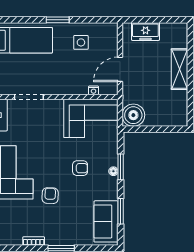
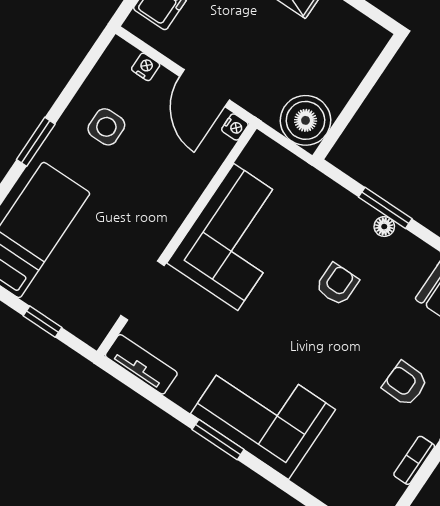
nightstand: (113, 42) -> (146, 67), added
nightstand: (94, 90) -> (235, 127), moved
corner sofa: (91, 118) -> (236, 237), moved
armchair: (50, 196) -> (405, 384), moved

